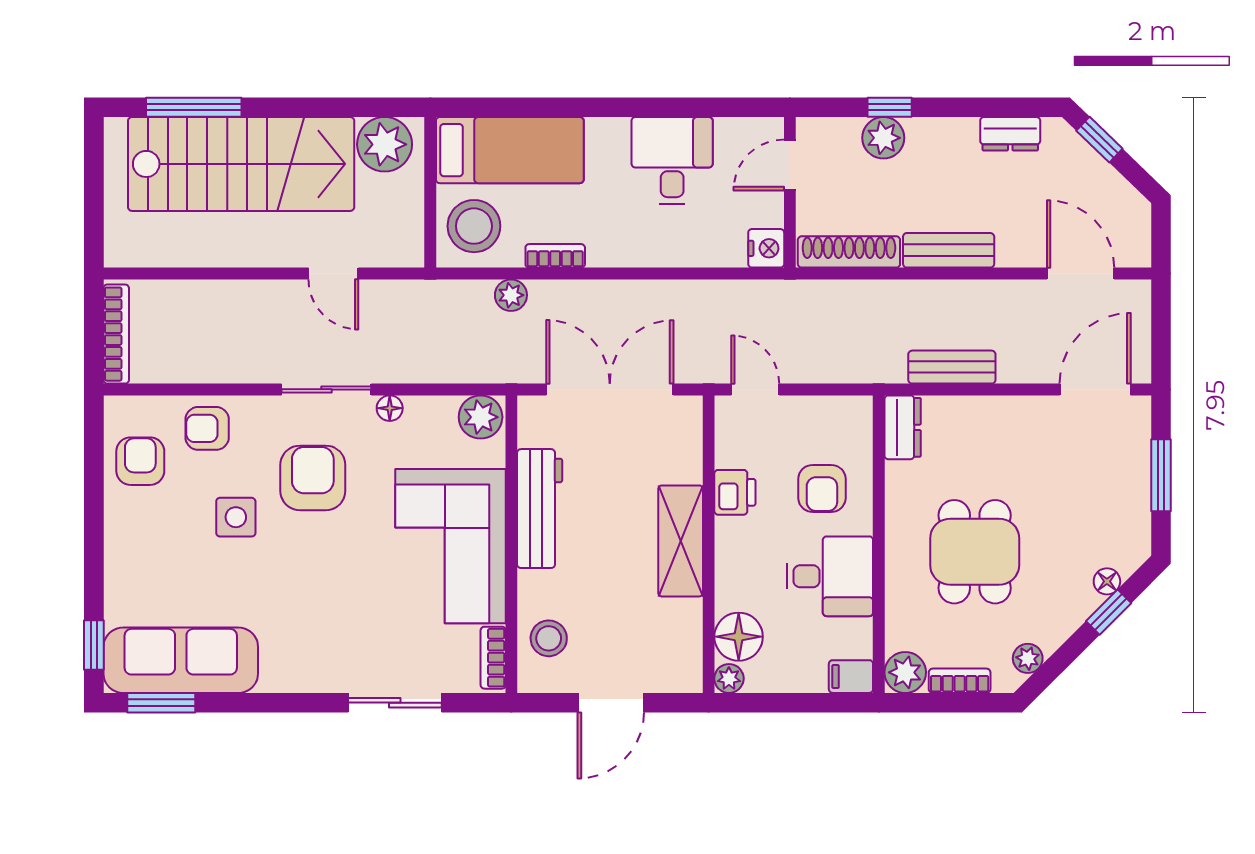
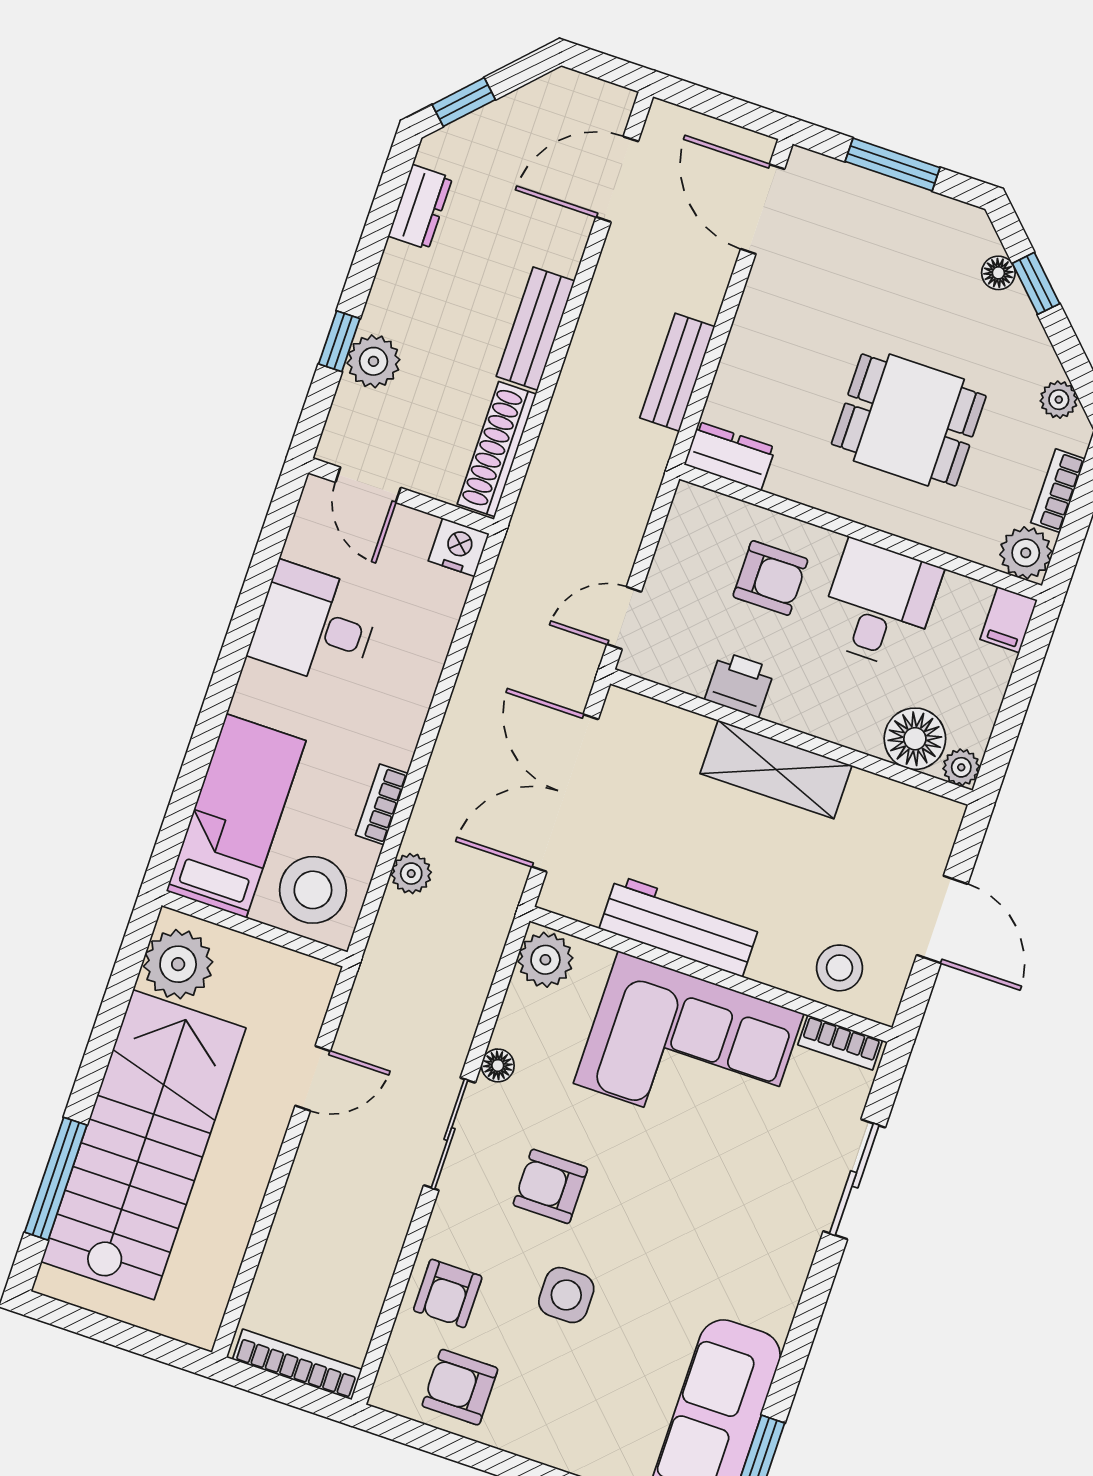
armchair: (313, 478) -> (550, 1186), width x0.72, depth x0.72

